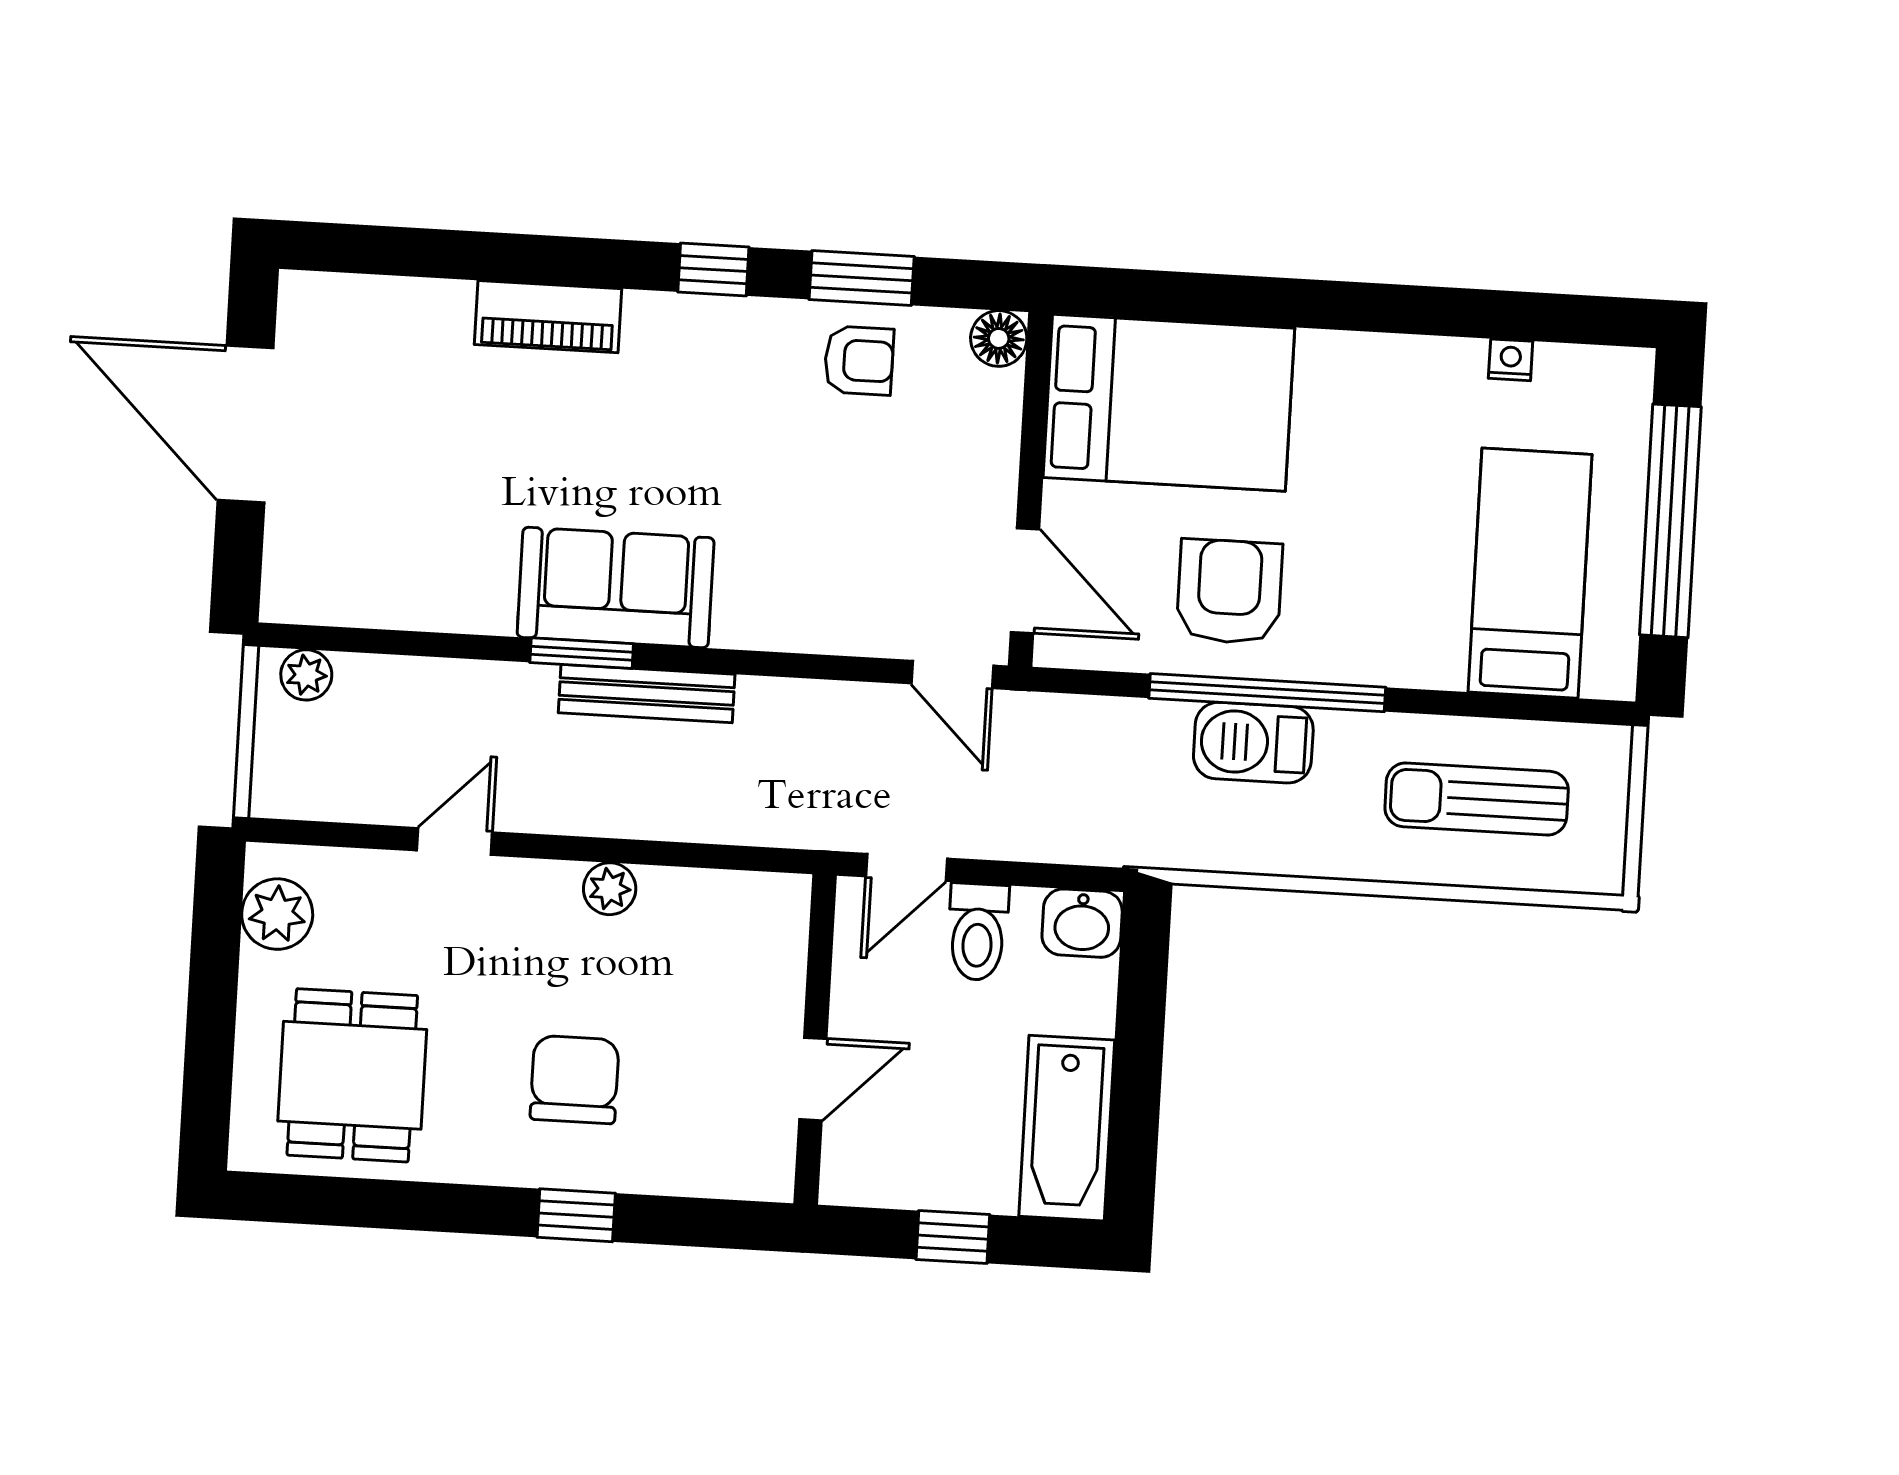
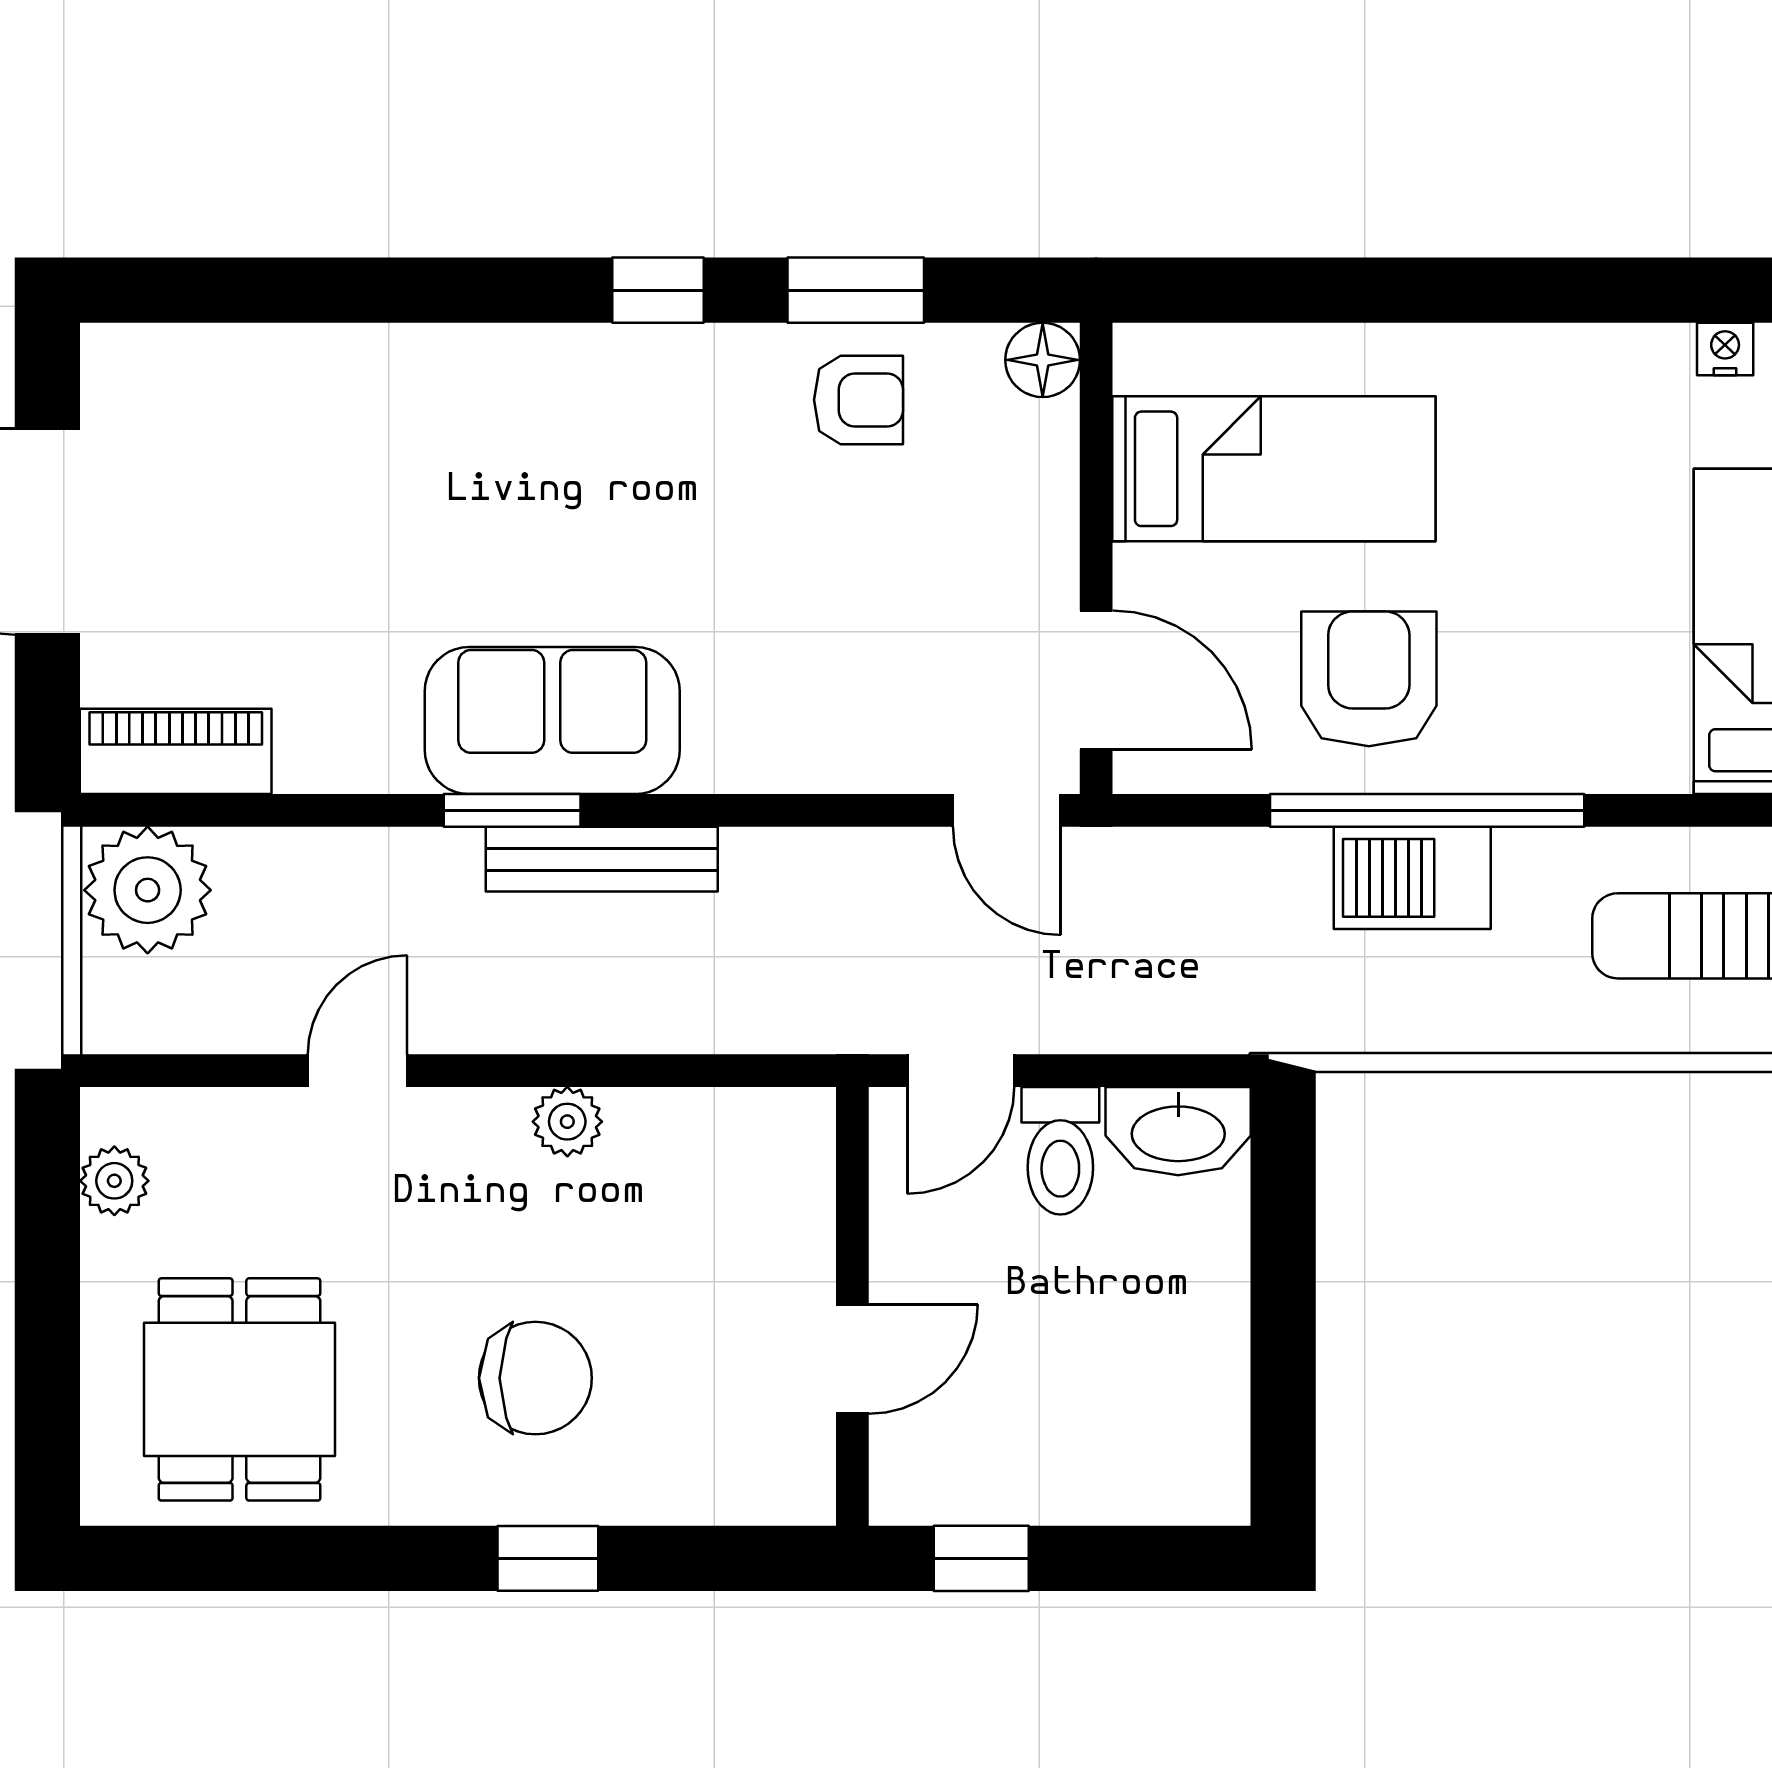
piano: (548, 317) -> (176, 751), moved, turned 180
bed: (1169, 403) -> (1274, 469), width x0.67
plant: (306, 675) -> (148, 890), width x1.87, depth x1.87
plant: (277, 914) -> (114, 1181), width x0.73, depth x0.73
washbasin: (1082, 923) -> (1178, 1131), width x1.38
chair: (575, 1080) -> (535, 1378), turned 90
bathtub: (1067, 1128) -> (1194, 1405), removed
window: (953, 1237) -> (981, 1558), moved

